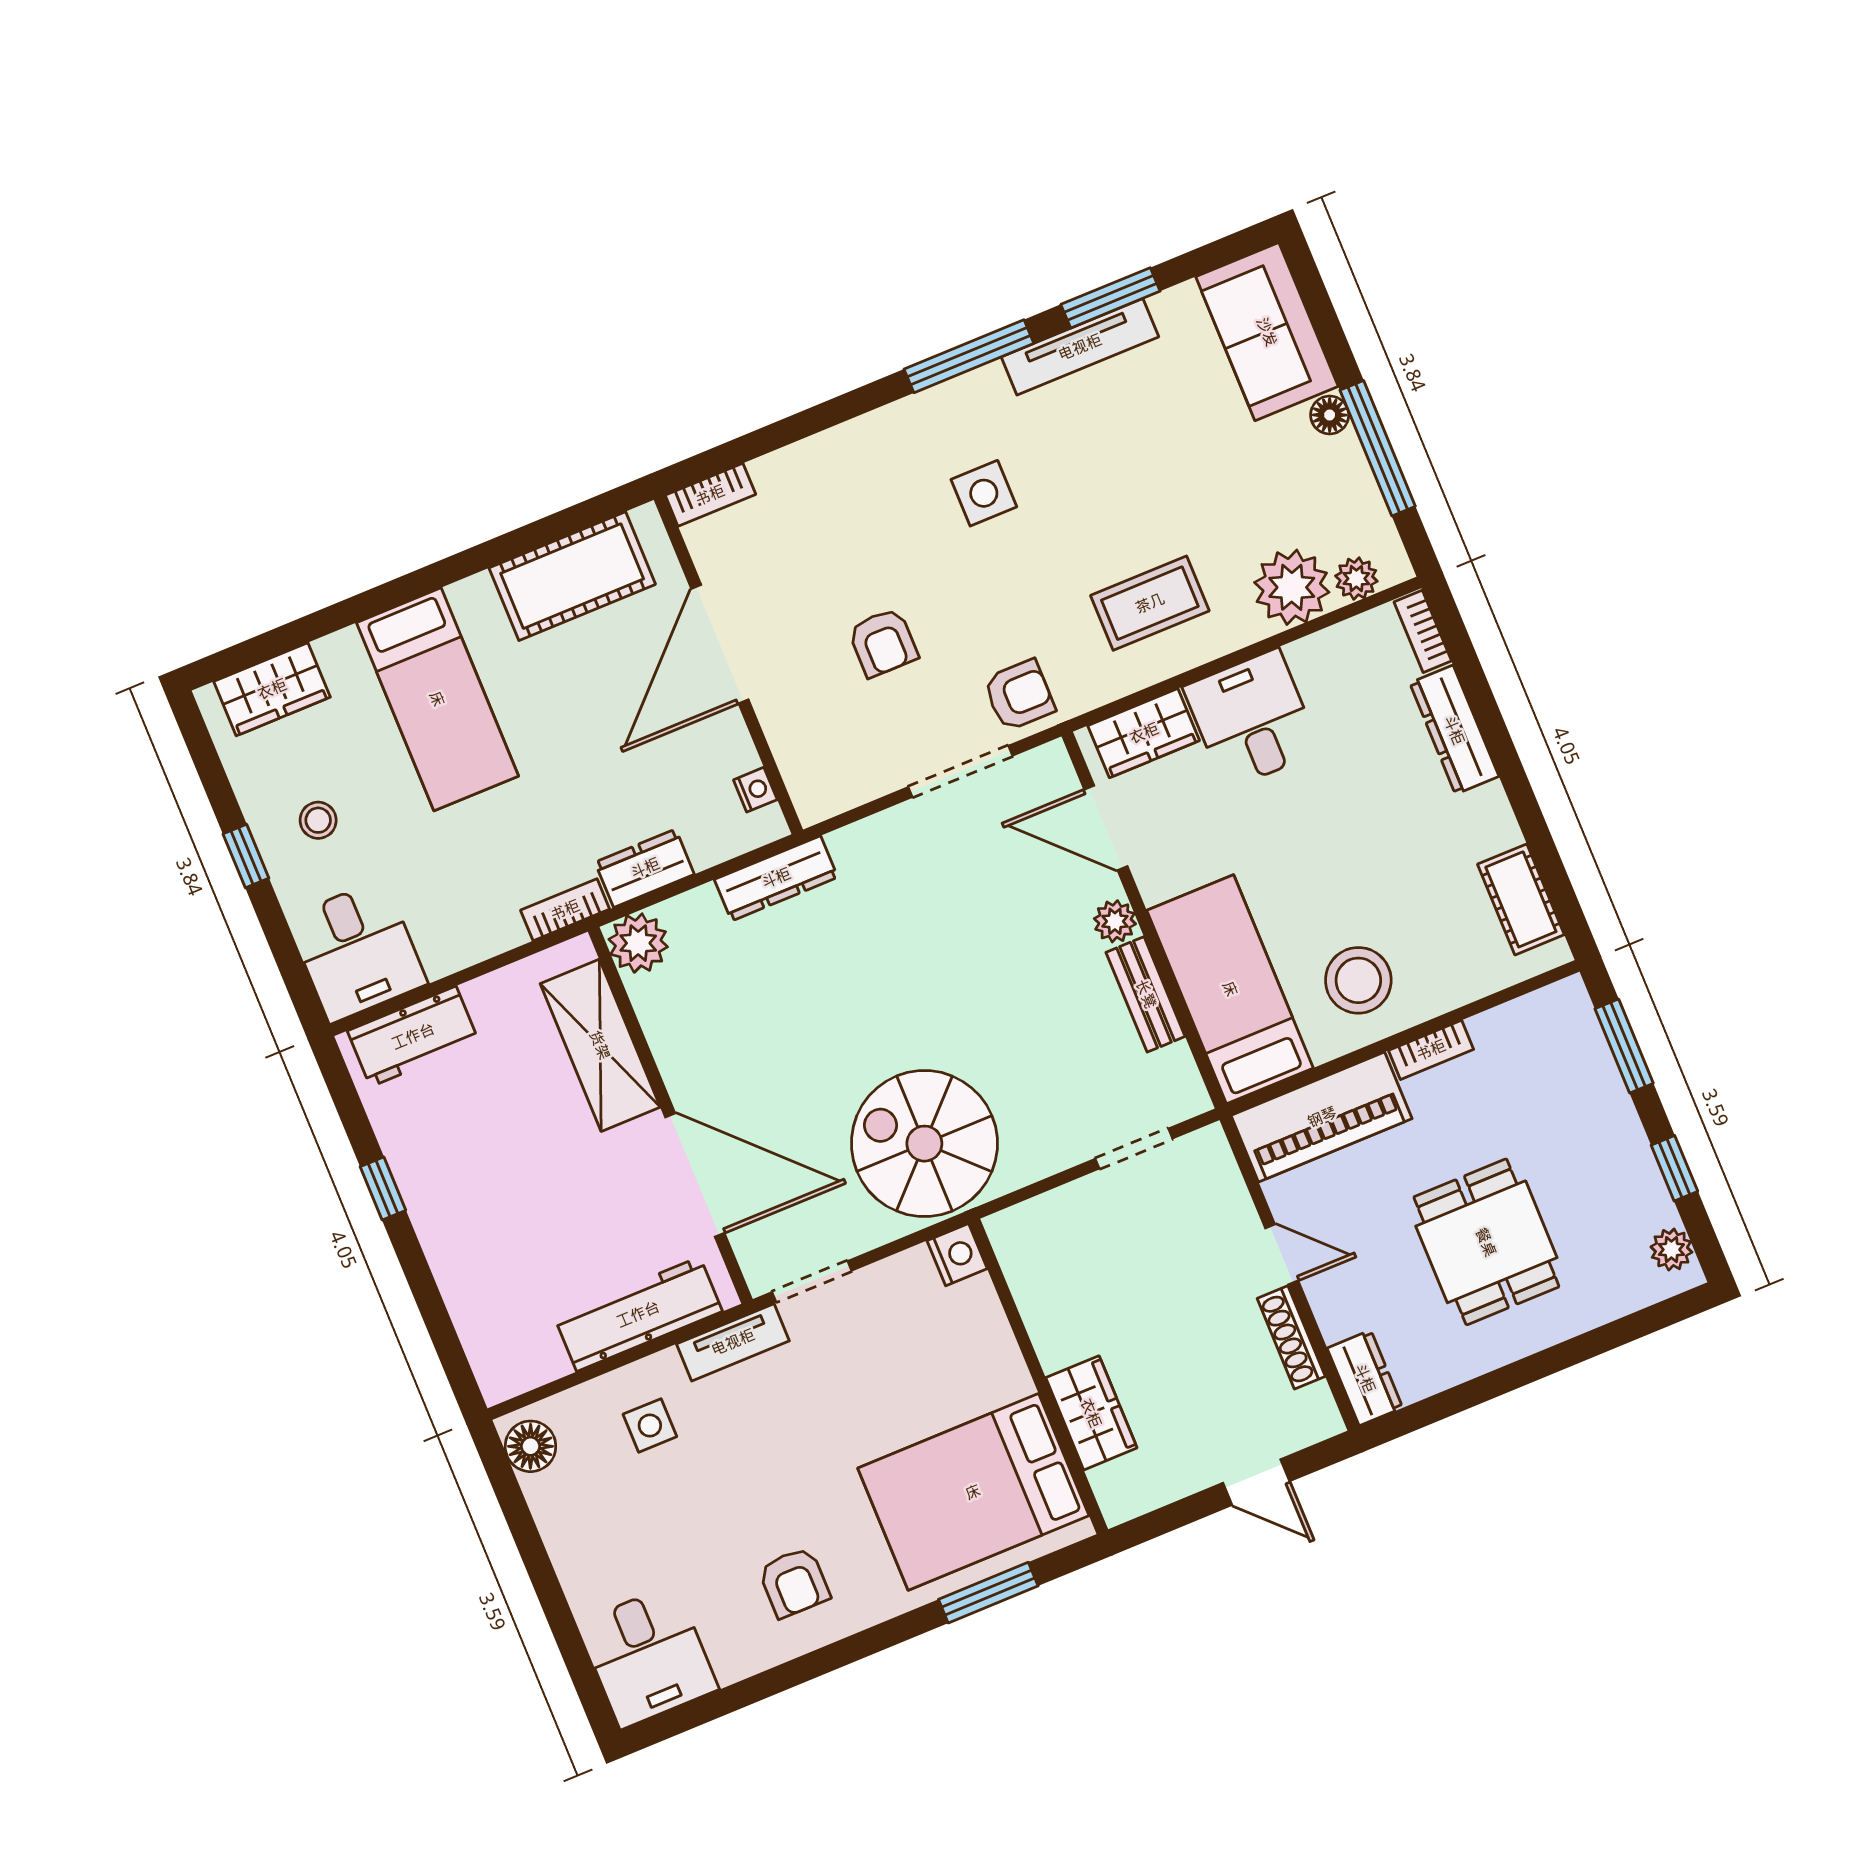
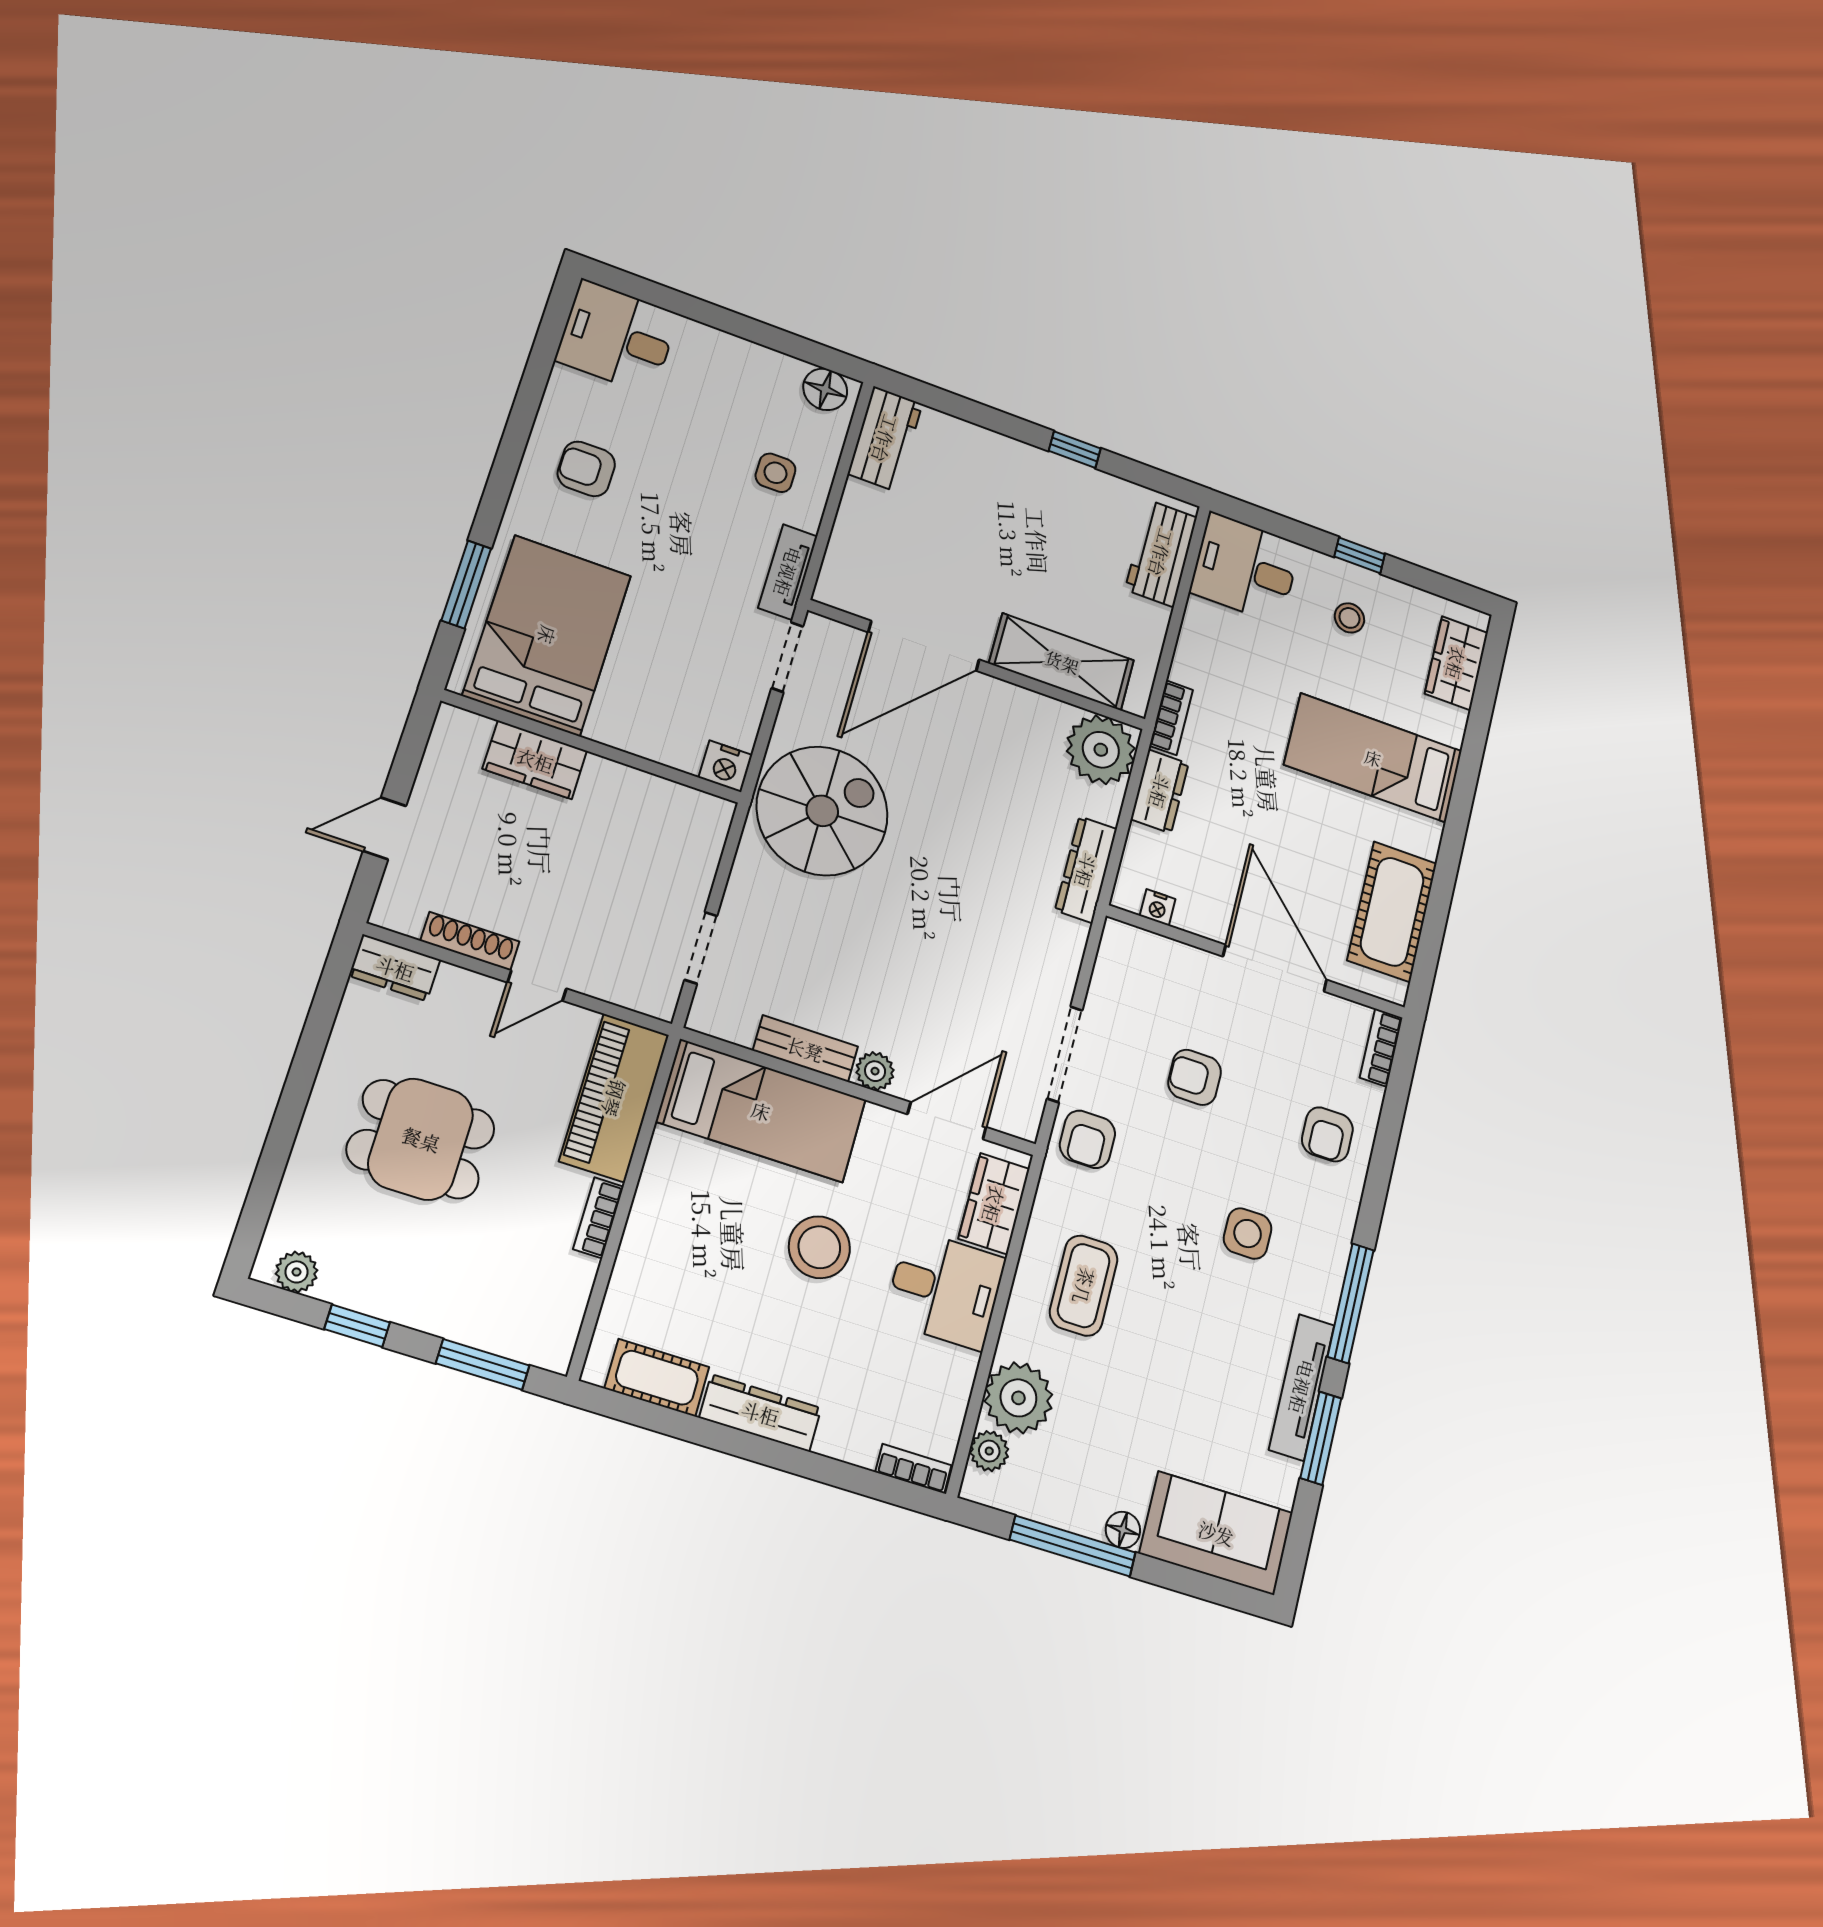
armchair: (833, 486) -> (1327, 1134), added
dresser: (1454, 730) -> (760, 1413), moved
plant: (638, 943) -> (1101, 750), width x1.36, depth x1.36
stool: (1358, 980) -> (819, 1247), moved
workbench: (638, 1314) -> (885, 439), moved, width x0.73

